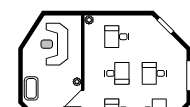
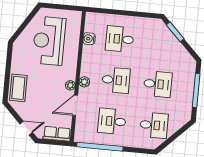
plant: (89, 20) -> (84, 82), moved
water cooler: (90, 39) -> (89, 39), added
desk: (154, 73) -> (158, 84), turned 180

